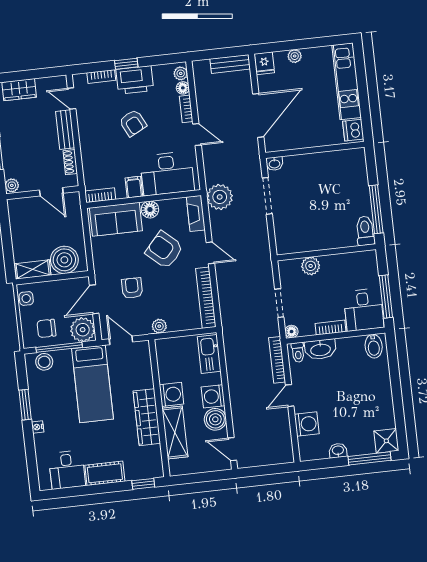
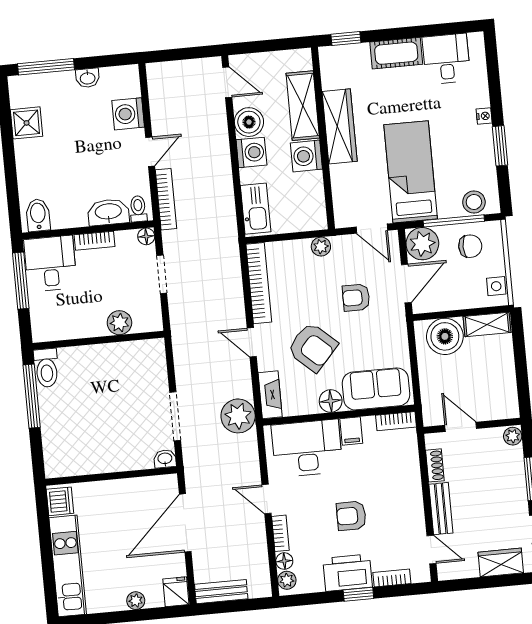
armchair: (133, 123) -> (351, 516), turned -63
armchair: (132, 288) -> (356, 298), turned 90
shower: (386, 441) -> (27, 123), moved

